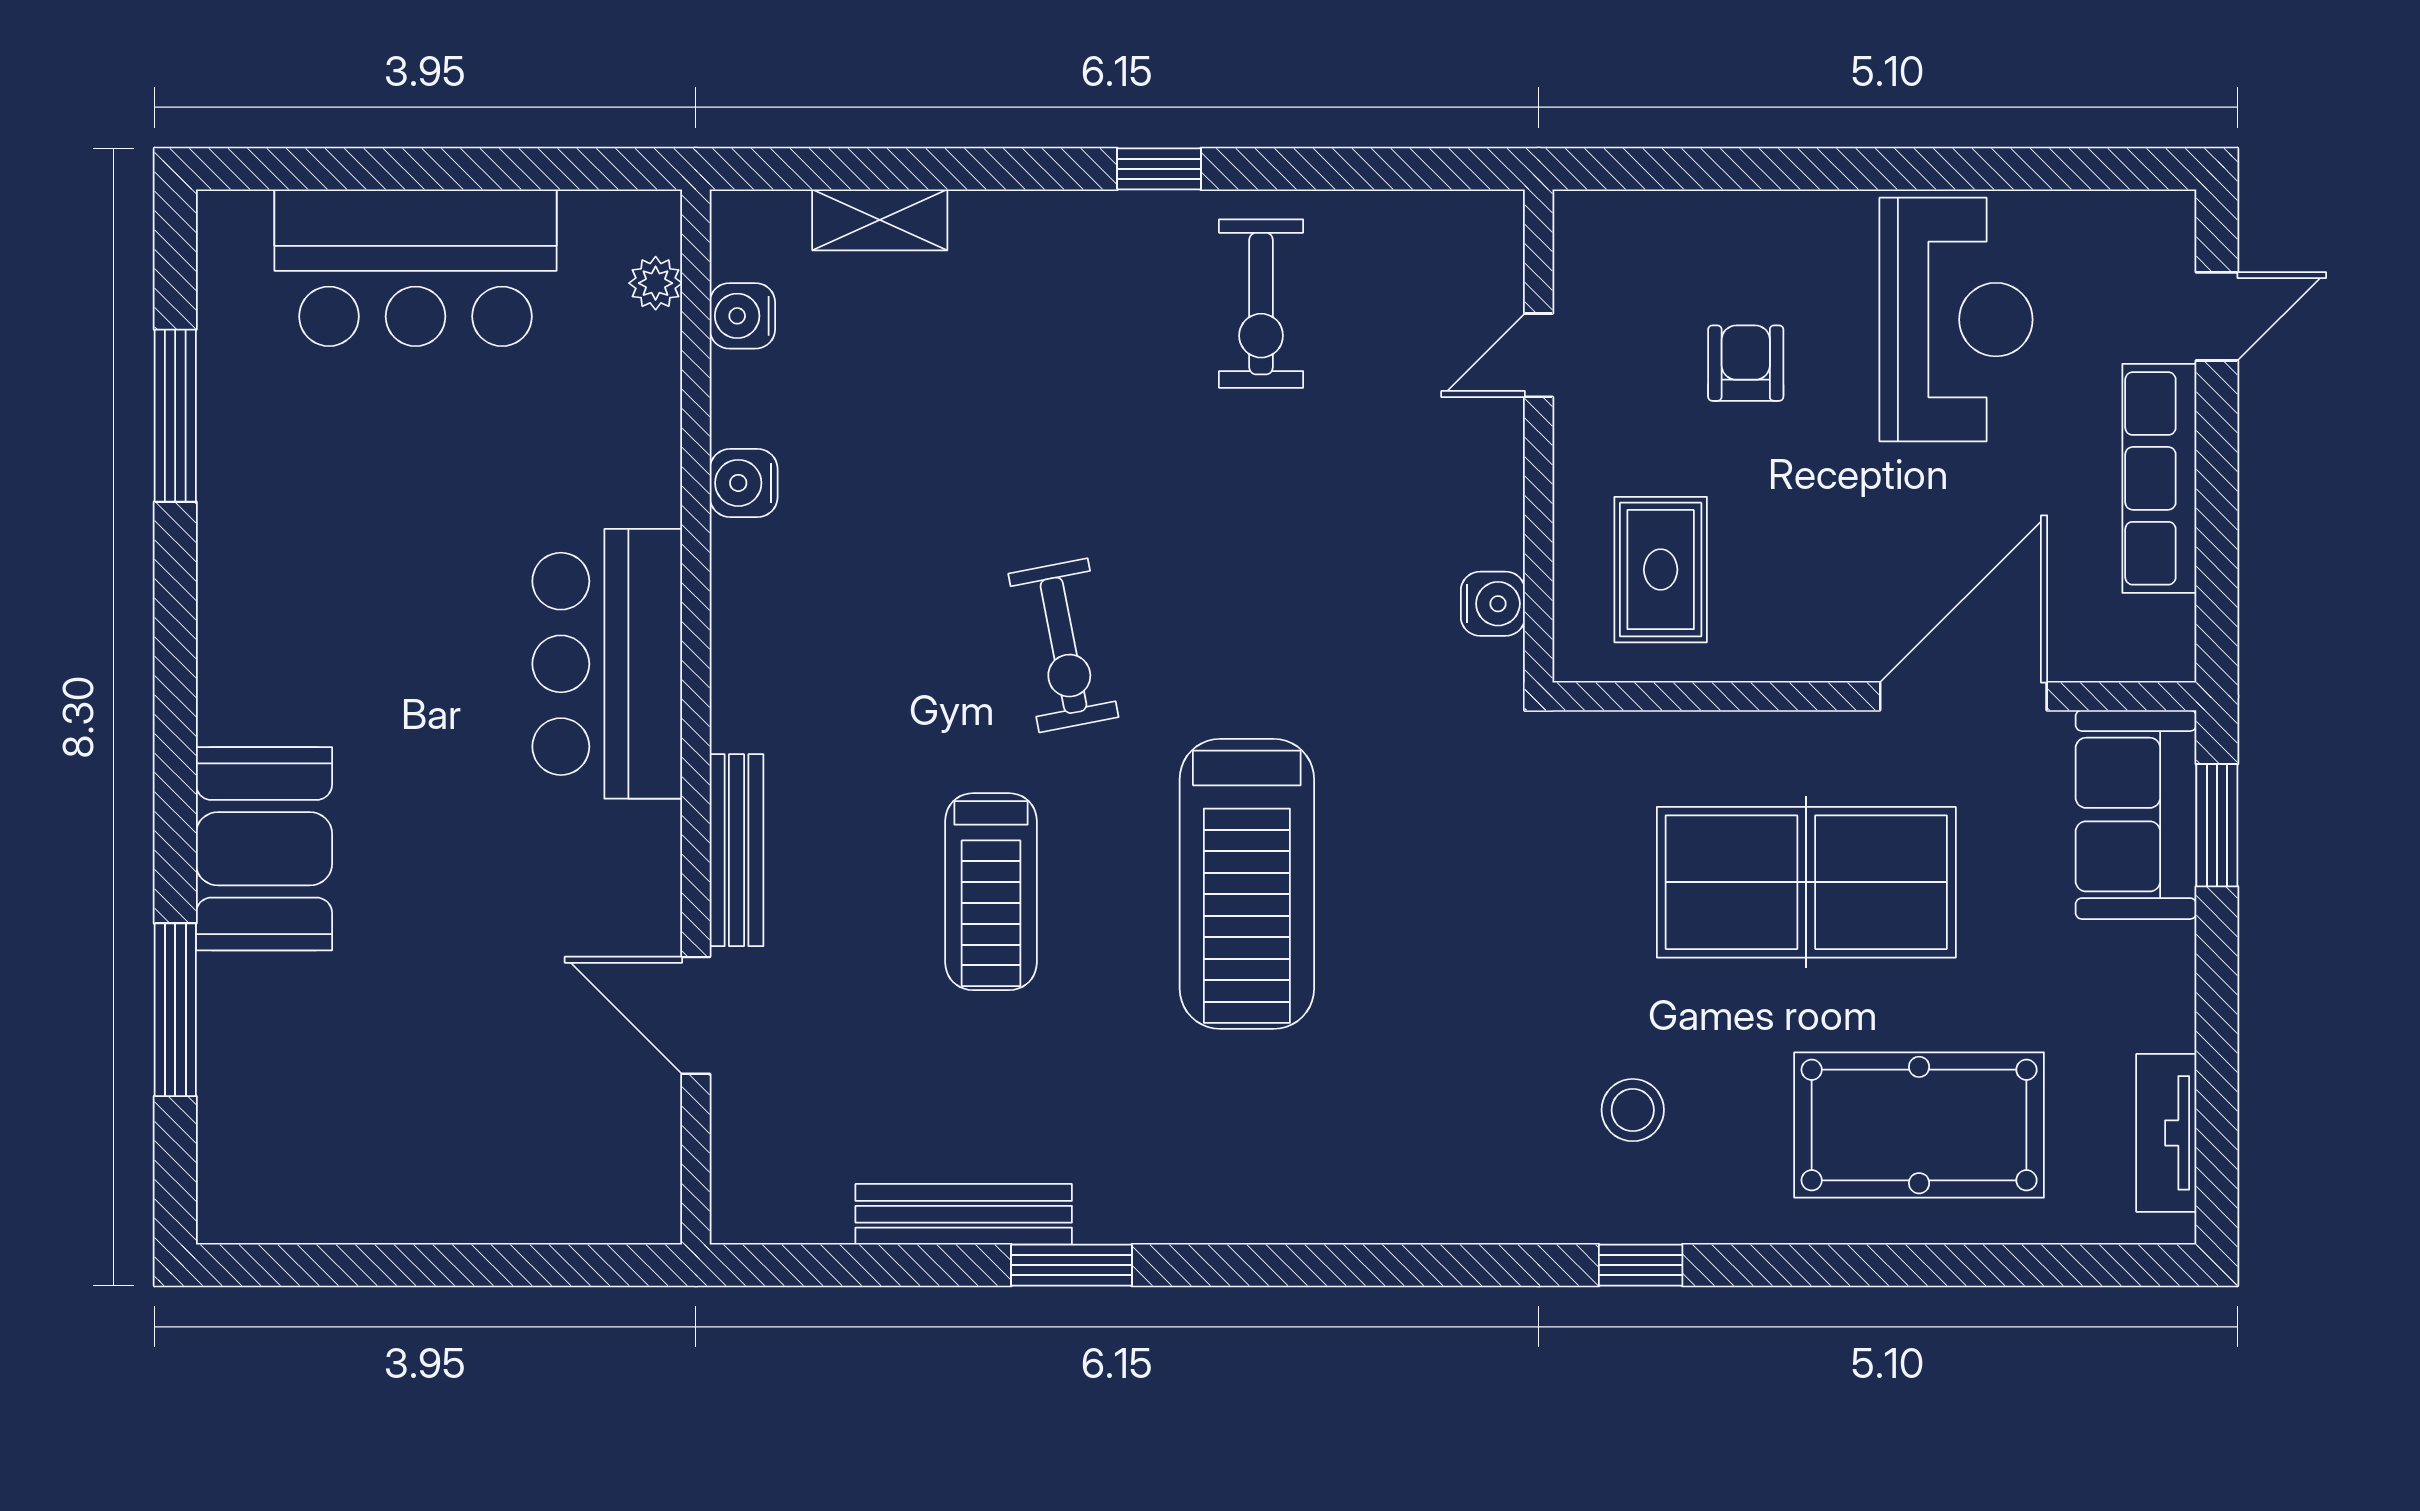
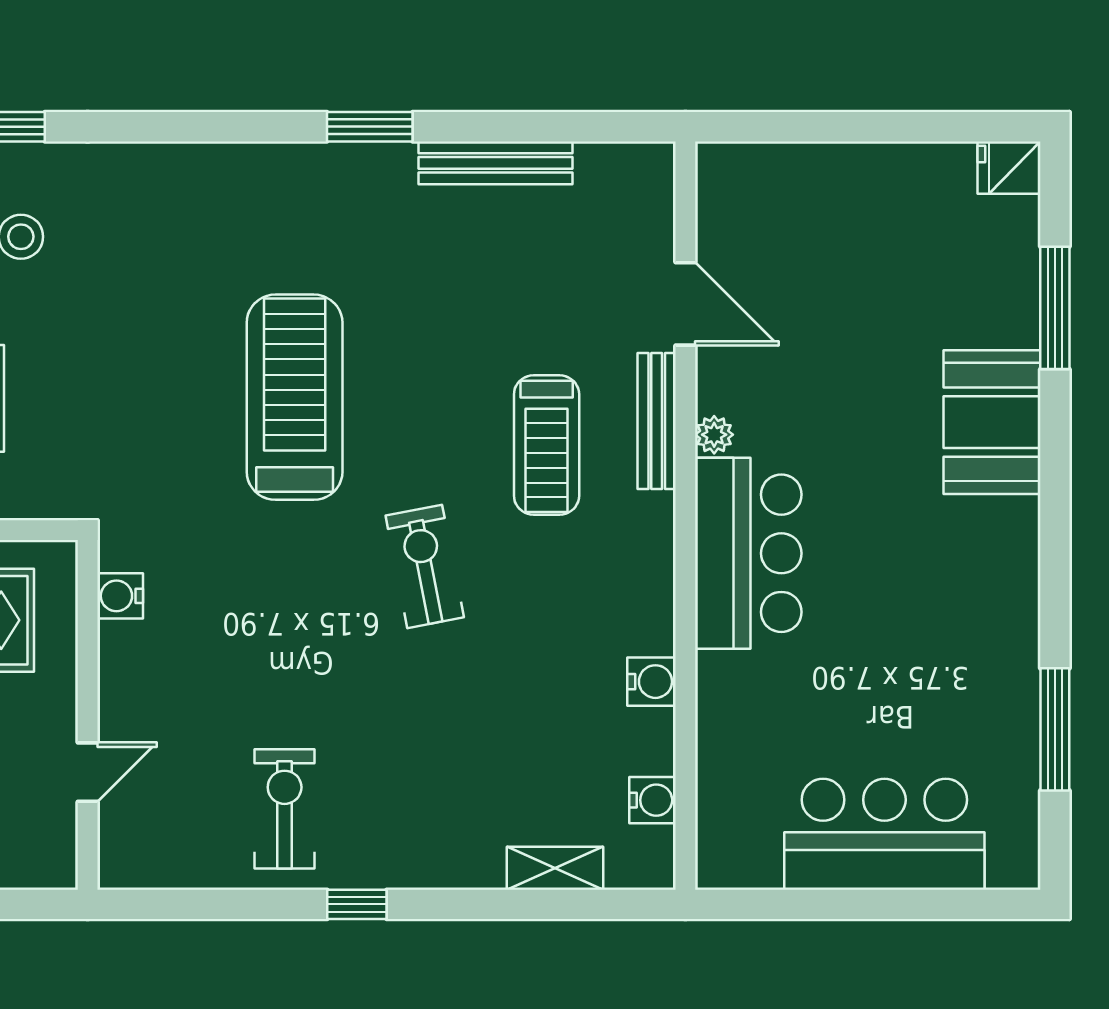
plant: (656, 283) -> (714, 435), moved
treadmill: (991, 892) -> (547, 445), moved, turned 180
fridge: (240, 1207) -> (1009, 168), added
window: (1071, 1265) -> (370, 127), moved

